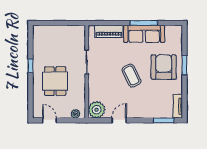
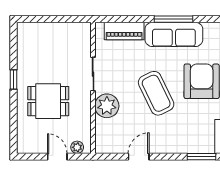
coffee table: (131, 76) -> (156, 93), width x1.36, depth x1.32
dining table: (55, 81) -> (48, 101), turned 90
plant: (97, 110) -> (107, 106), moved
door: (50, 120) -> (57, 157), moved

